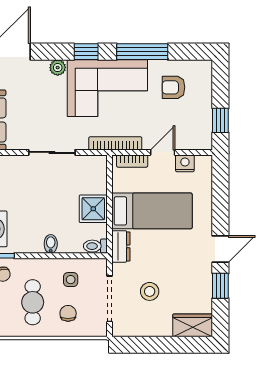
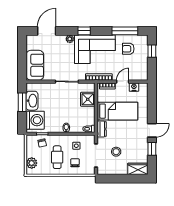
window: (142, 52) -> (125, 31), moved
window: (220, 120) -> (152, 51), moved
shower: (93, 209) -> (88, 99), moved

